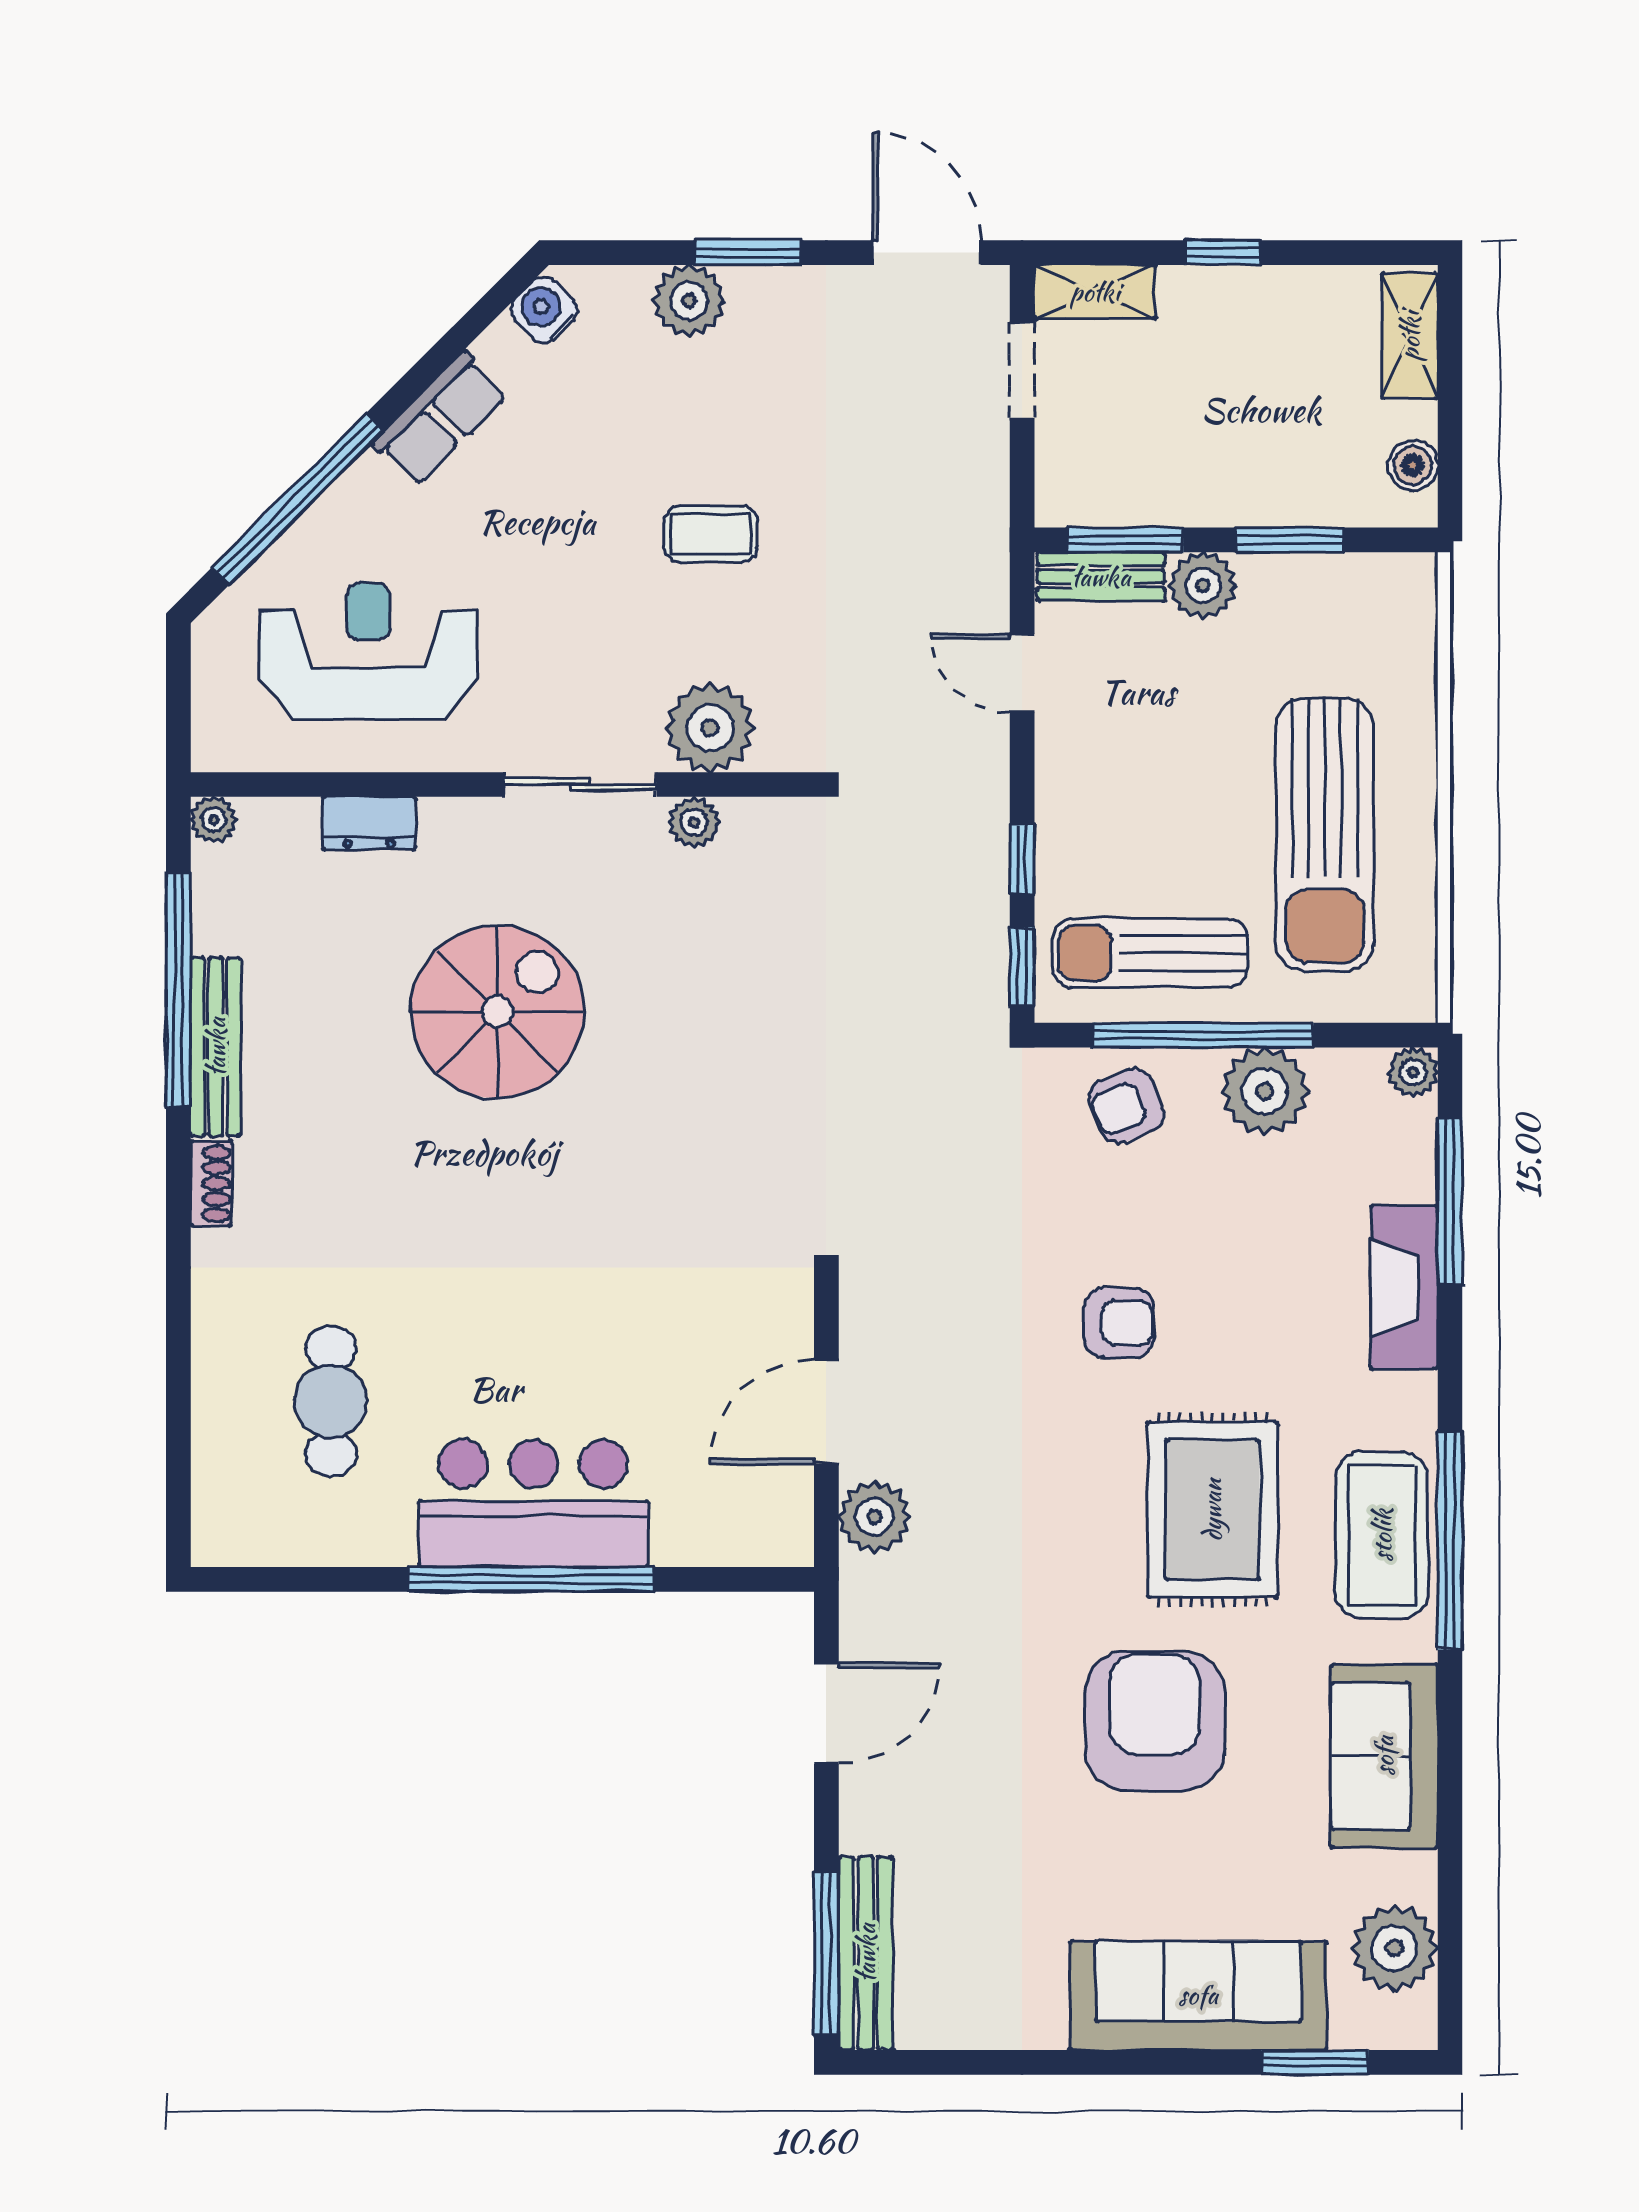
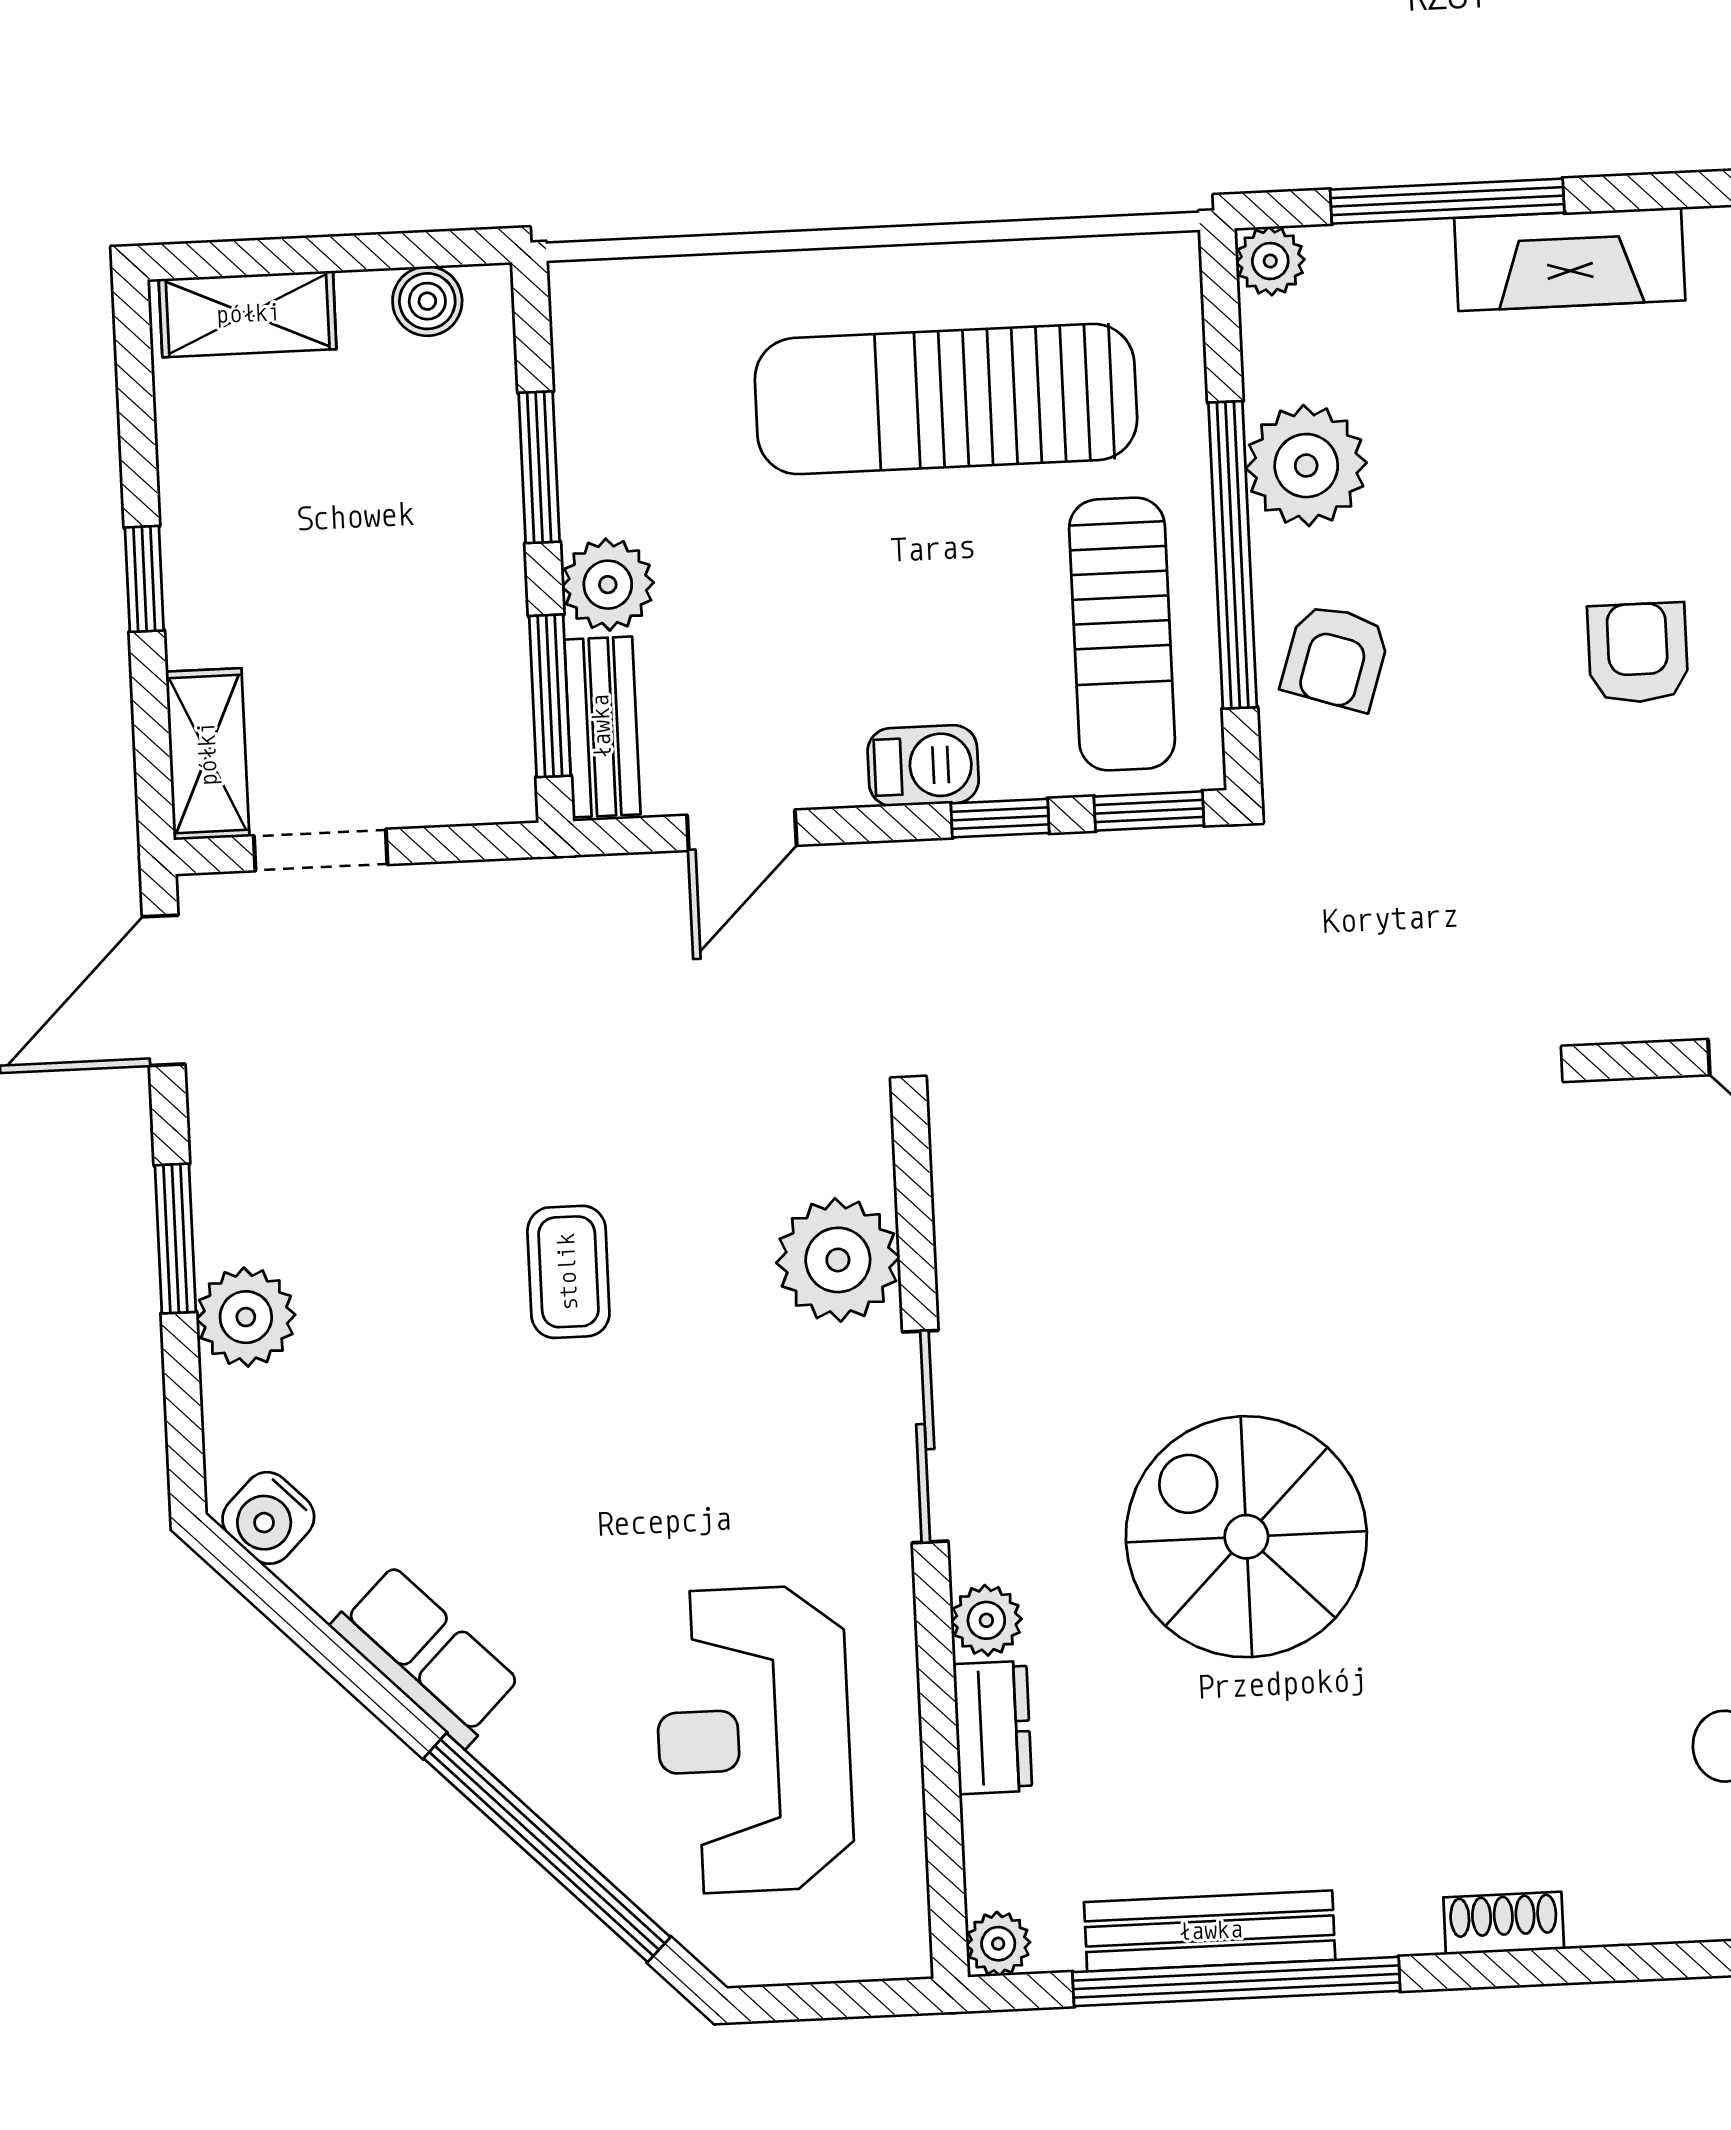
barbecue: (1062, 806) -> (923, 766), added
plant: (694, 822) -> (986, 1620), moved
sun lounger: (1325, 835) -> (946, 399), turned 180
bench: (216, 1047) -> (1210, 1931), moved
armchair: (1126, 1106) -> (1336, 657), turned 40

